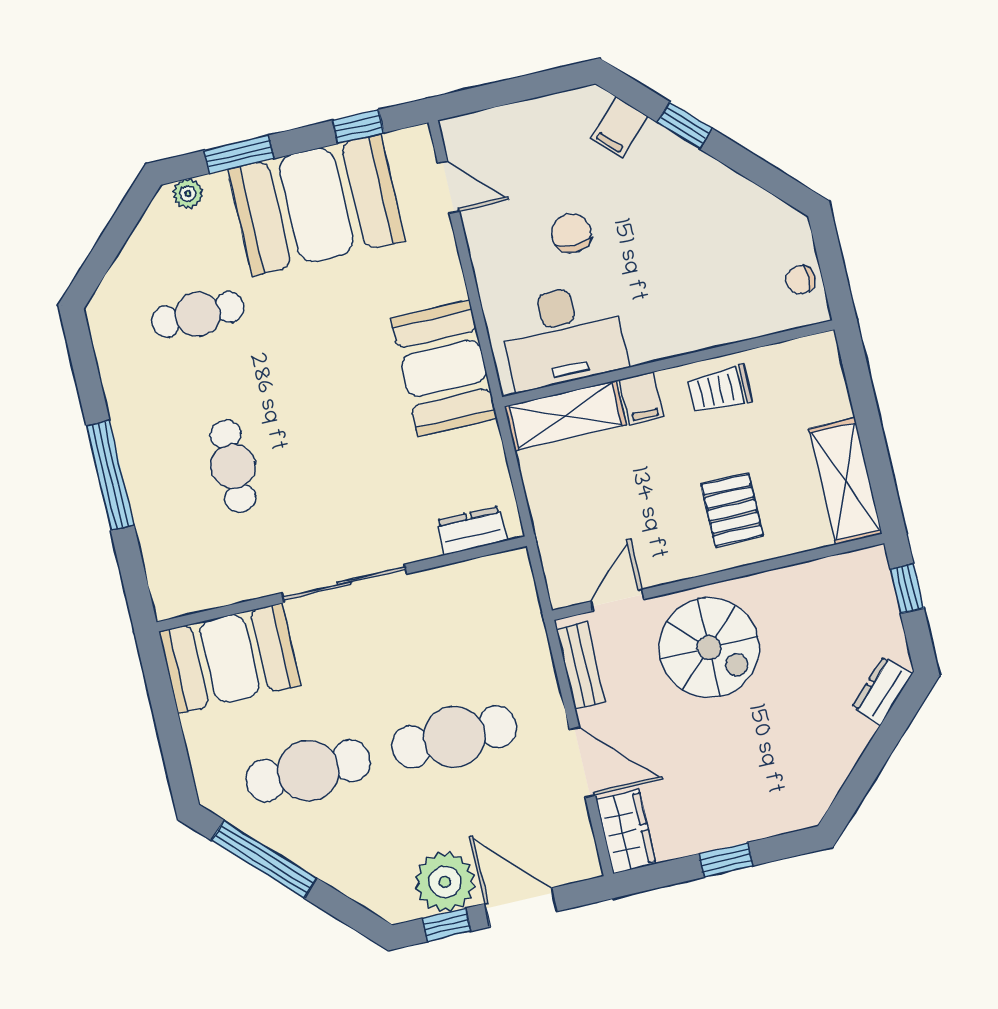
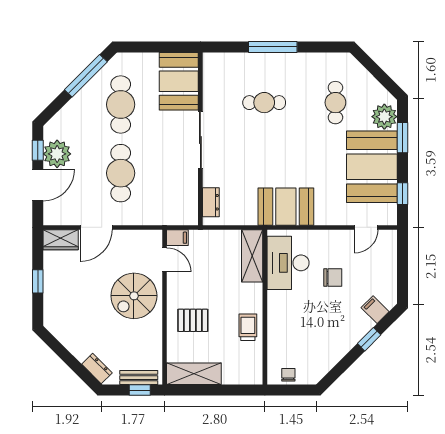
plant: (188, 194) -> (384, 117), width x1.88, depth x1.88
filing cabinet: (641, 398) -> (177, 238), moved, turned 180
bench: (581, 665) -> (139, 378), moved

